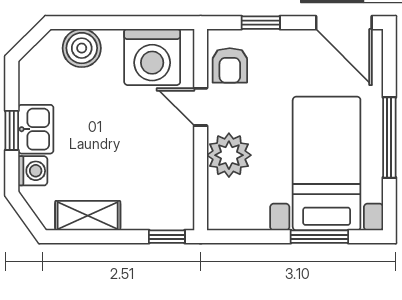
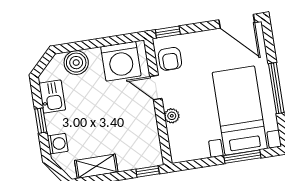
window: (261, 23) -> (168, 32), moved
kitchen sink: (36, 129) -> (52, 97), moved
plant: (229, 155) -> (172, 116), width x0.53, depth x0.53

